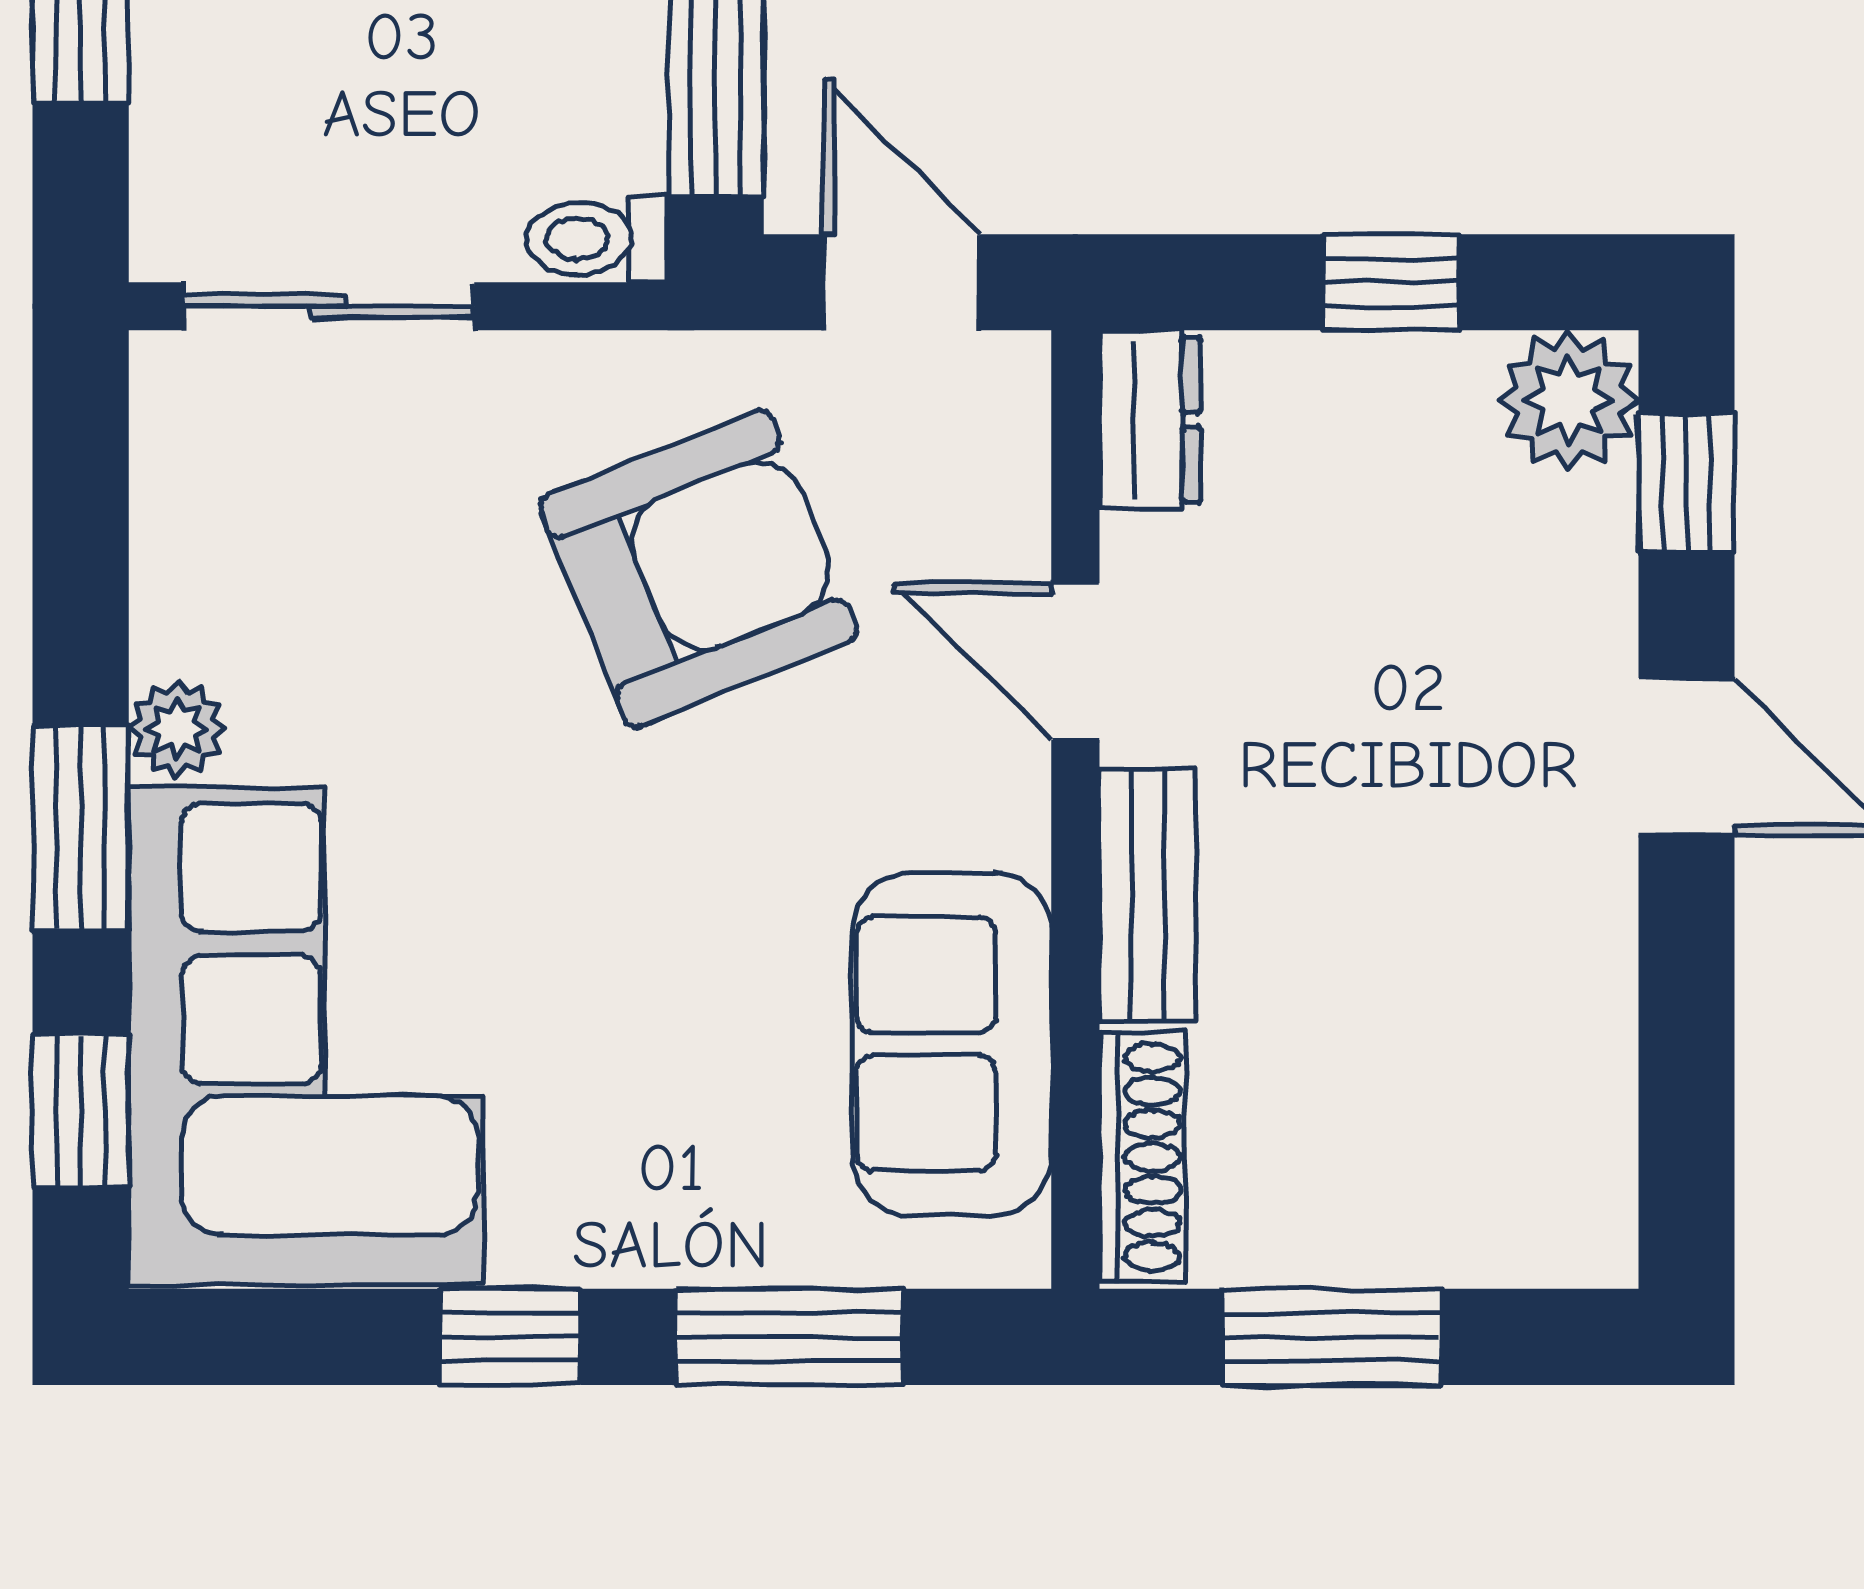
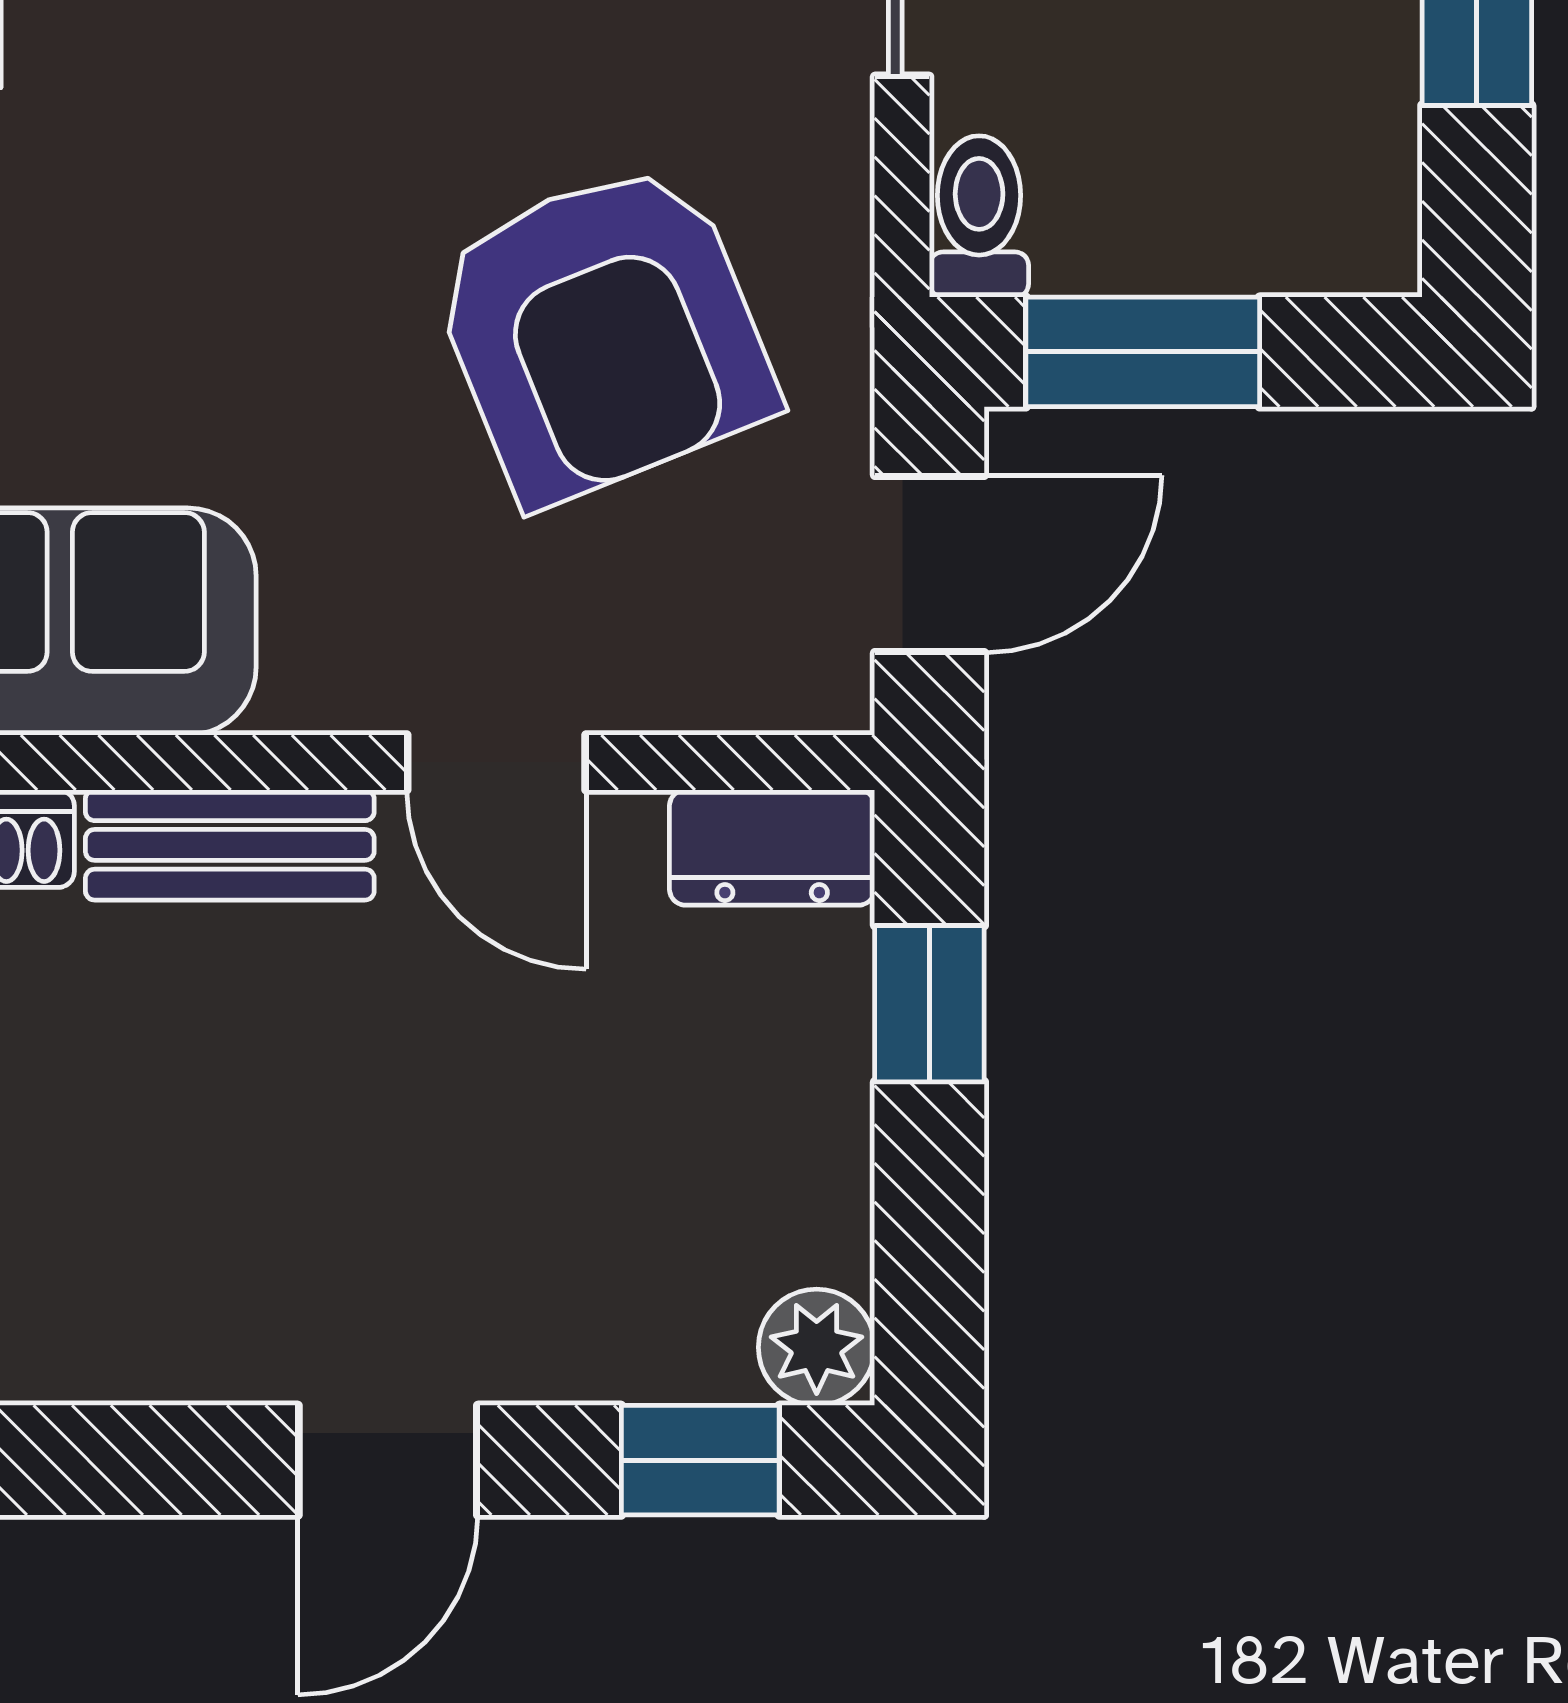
window: (1391, 282) -> (929, 1004), moved
plant: (1568, 400) -> (817, 1347), width x0.73, depth x0.73
door: (1075, 662) -> (496, 762), swing flipped

